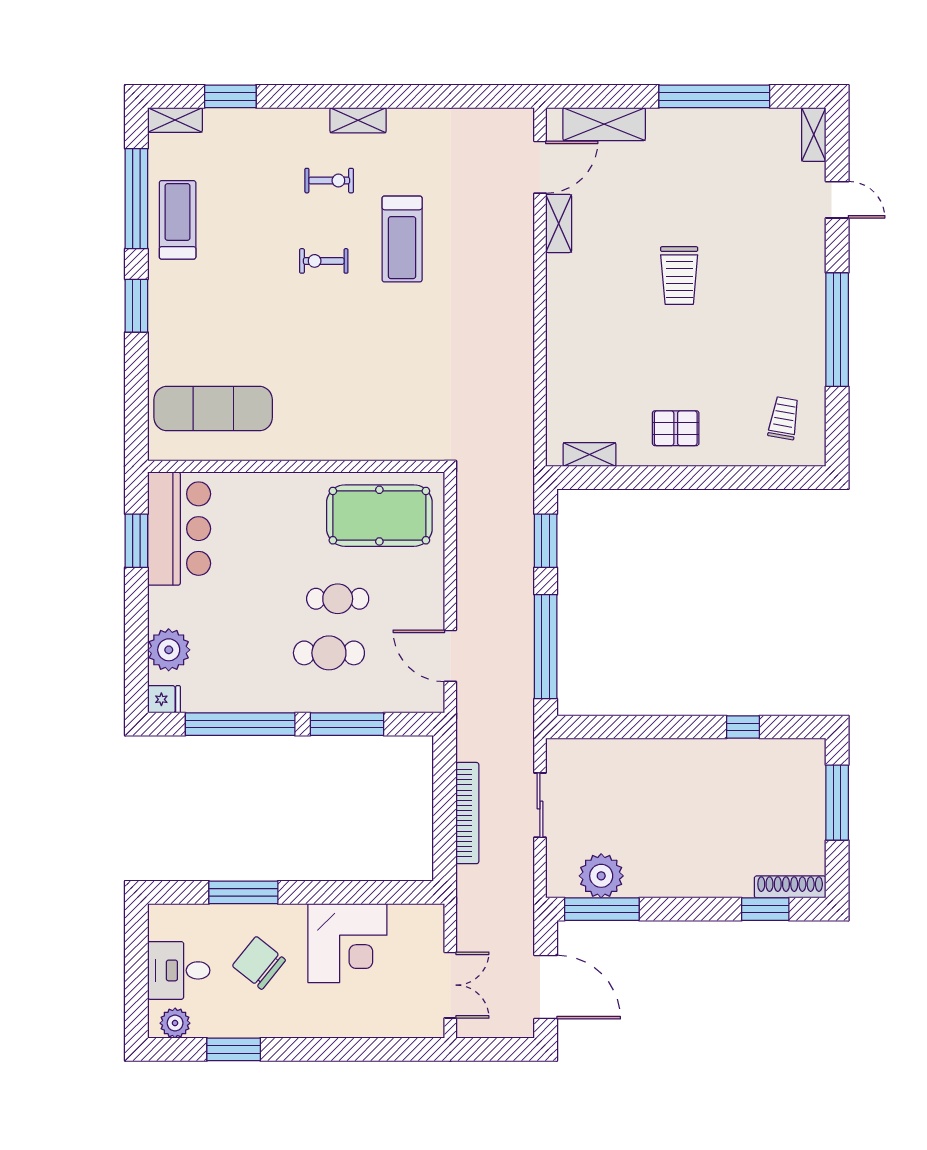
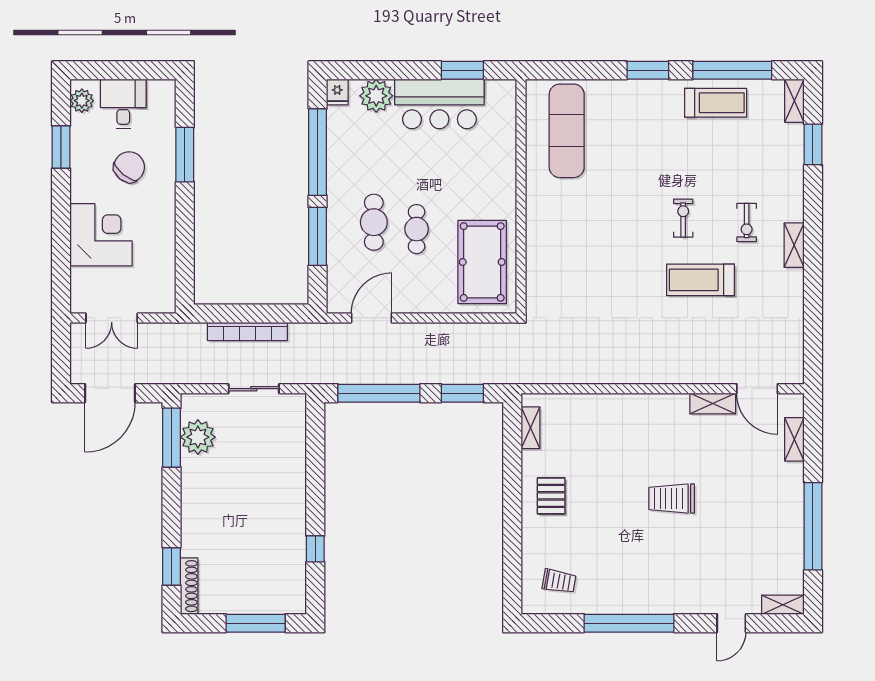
shelving: (604, 124) -> (794, 439), width x0.67, depth x0.75
bar counter: (179, 529) -> (439, 104), moved
corner desk: (347, 943) -> (101, 235), moved, turned 180

